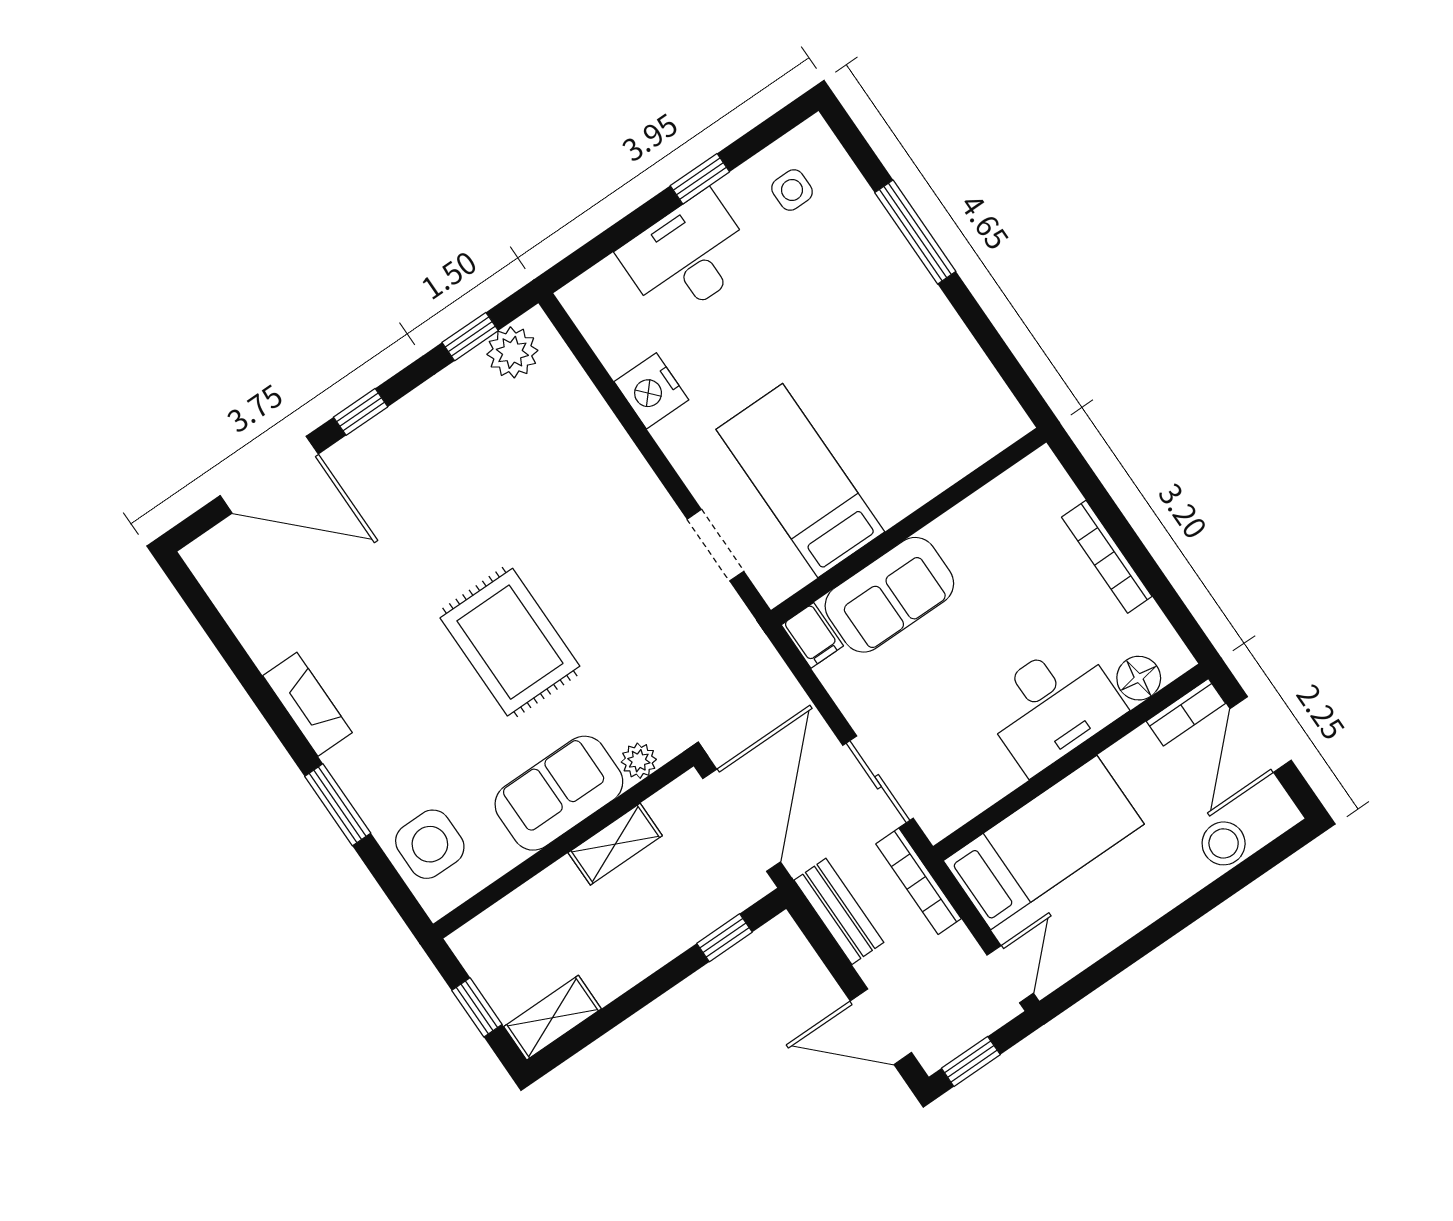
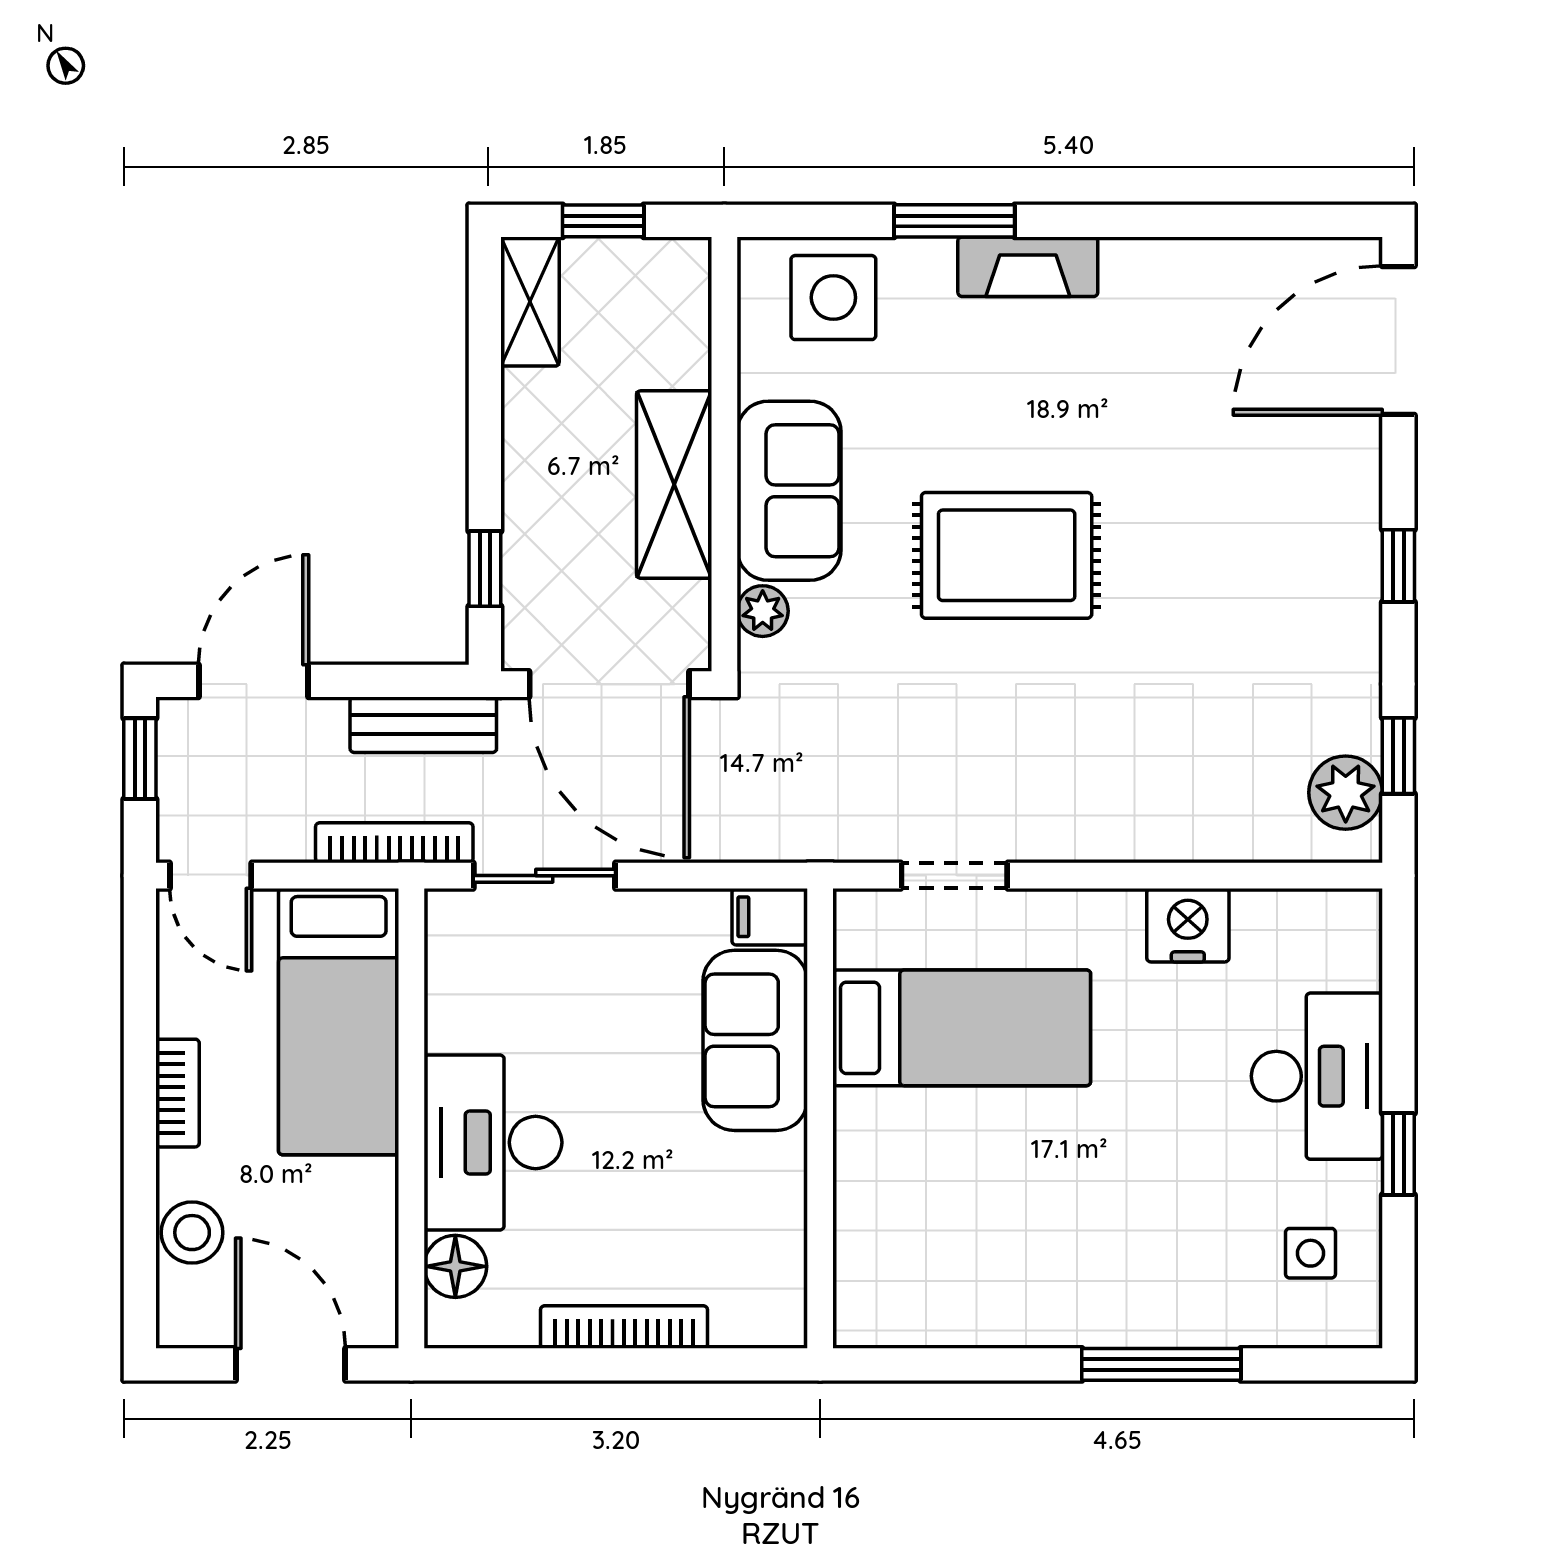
door: (269, 475) -> (1398, 341), moved
fireplace: (307, 704) -> (1028, 267), moved
bookcase: (1186, 712) -> (177, 1093), moved, turned 180
shelving: (615, 844) -> (674, 485), width x1.50, depth x1.33

